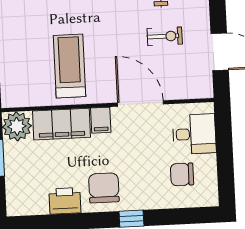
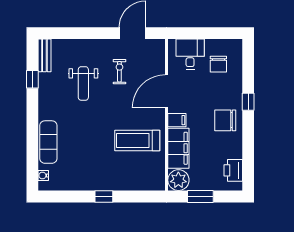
printer: (65, 201) -> (233, 170), moved

